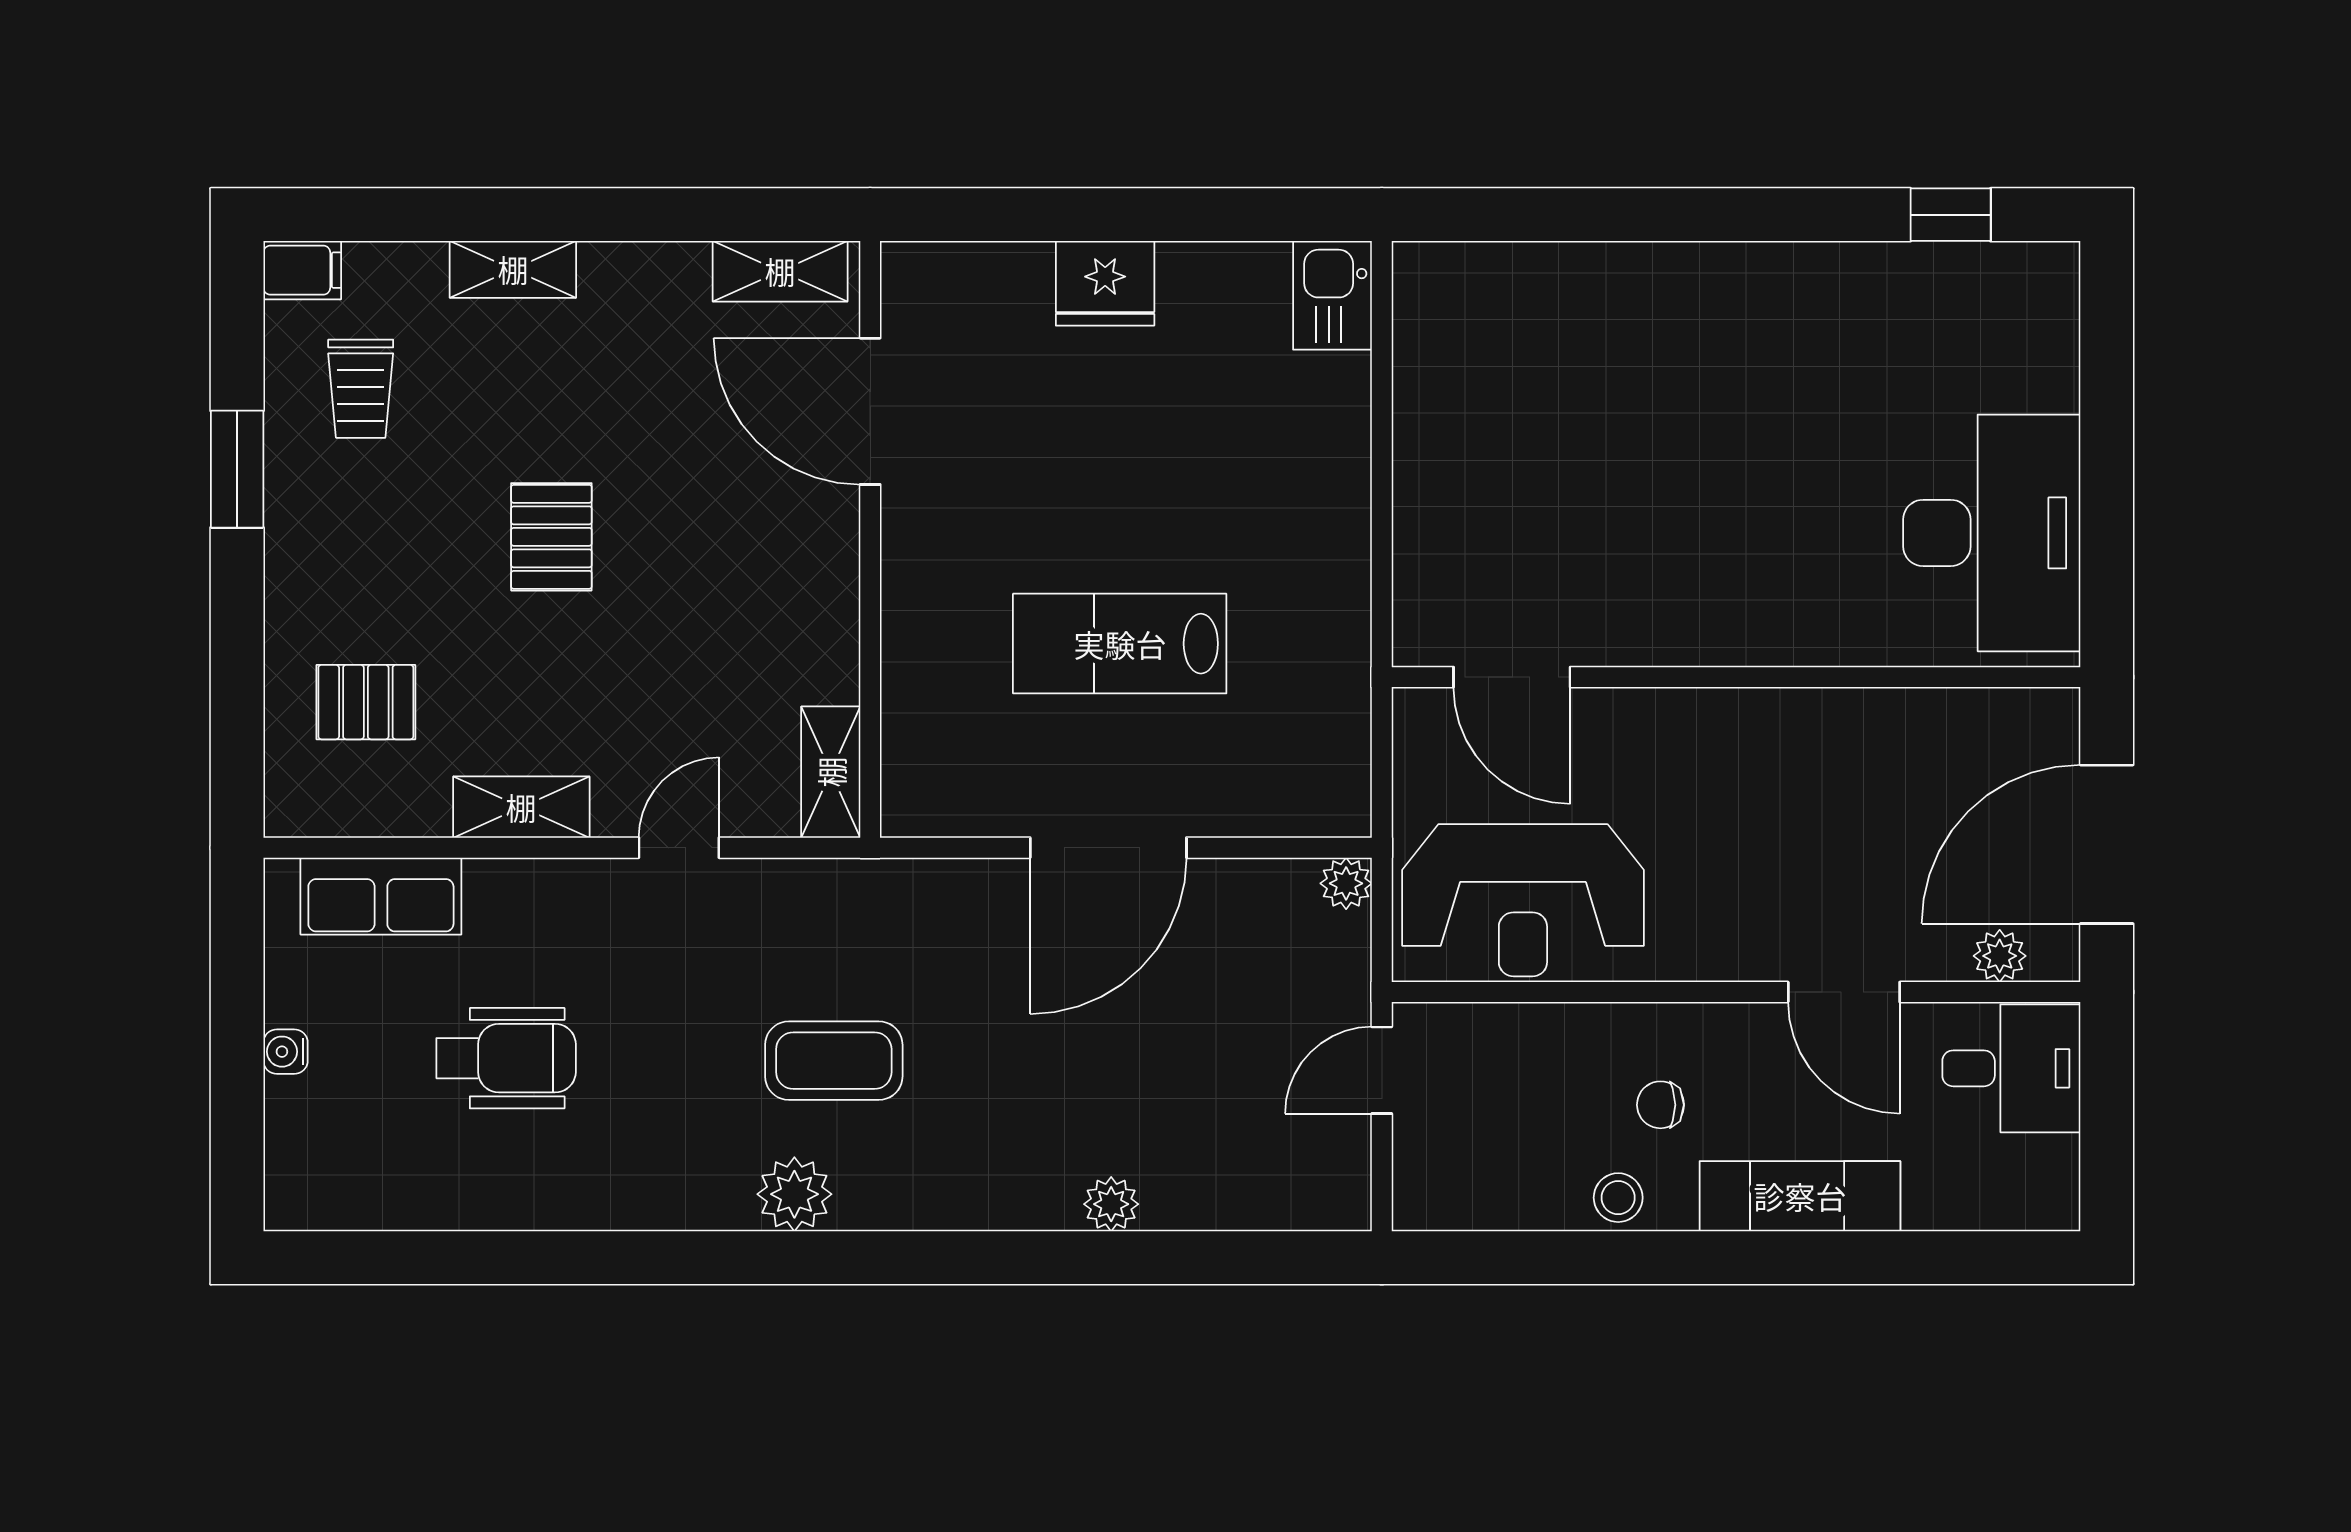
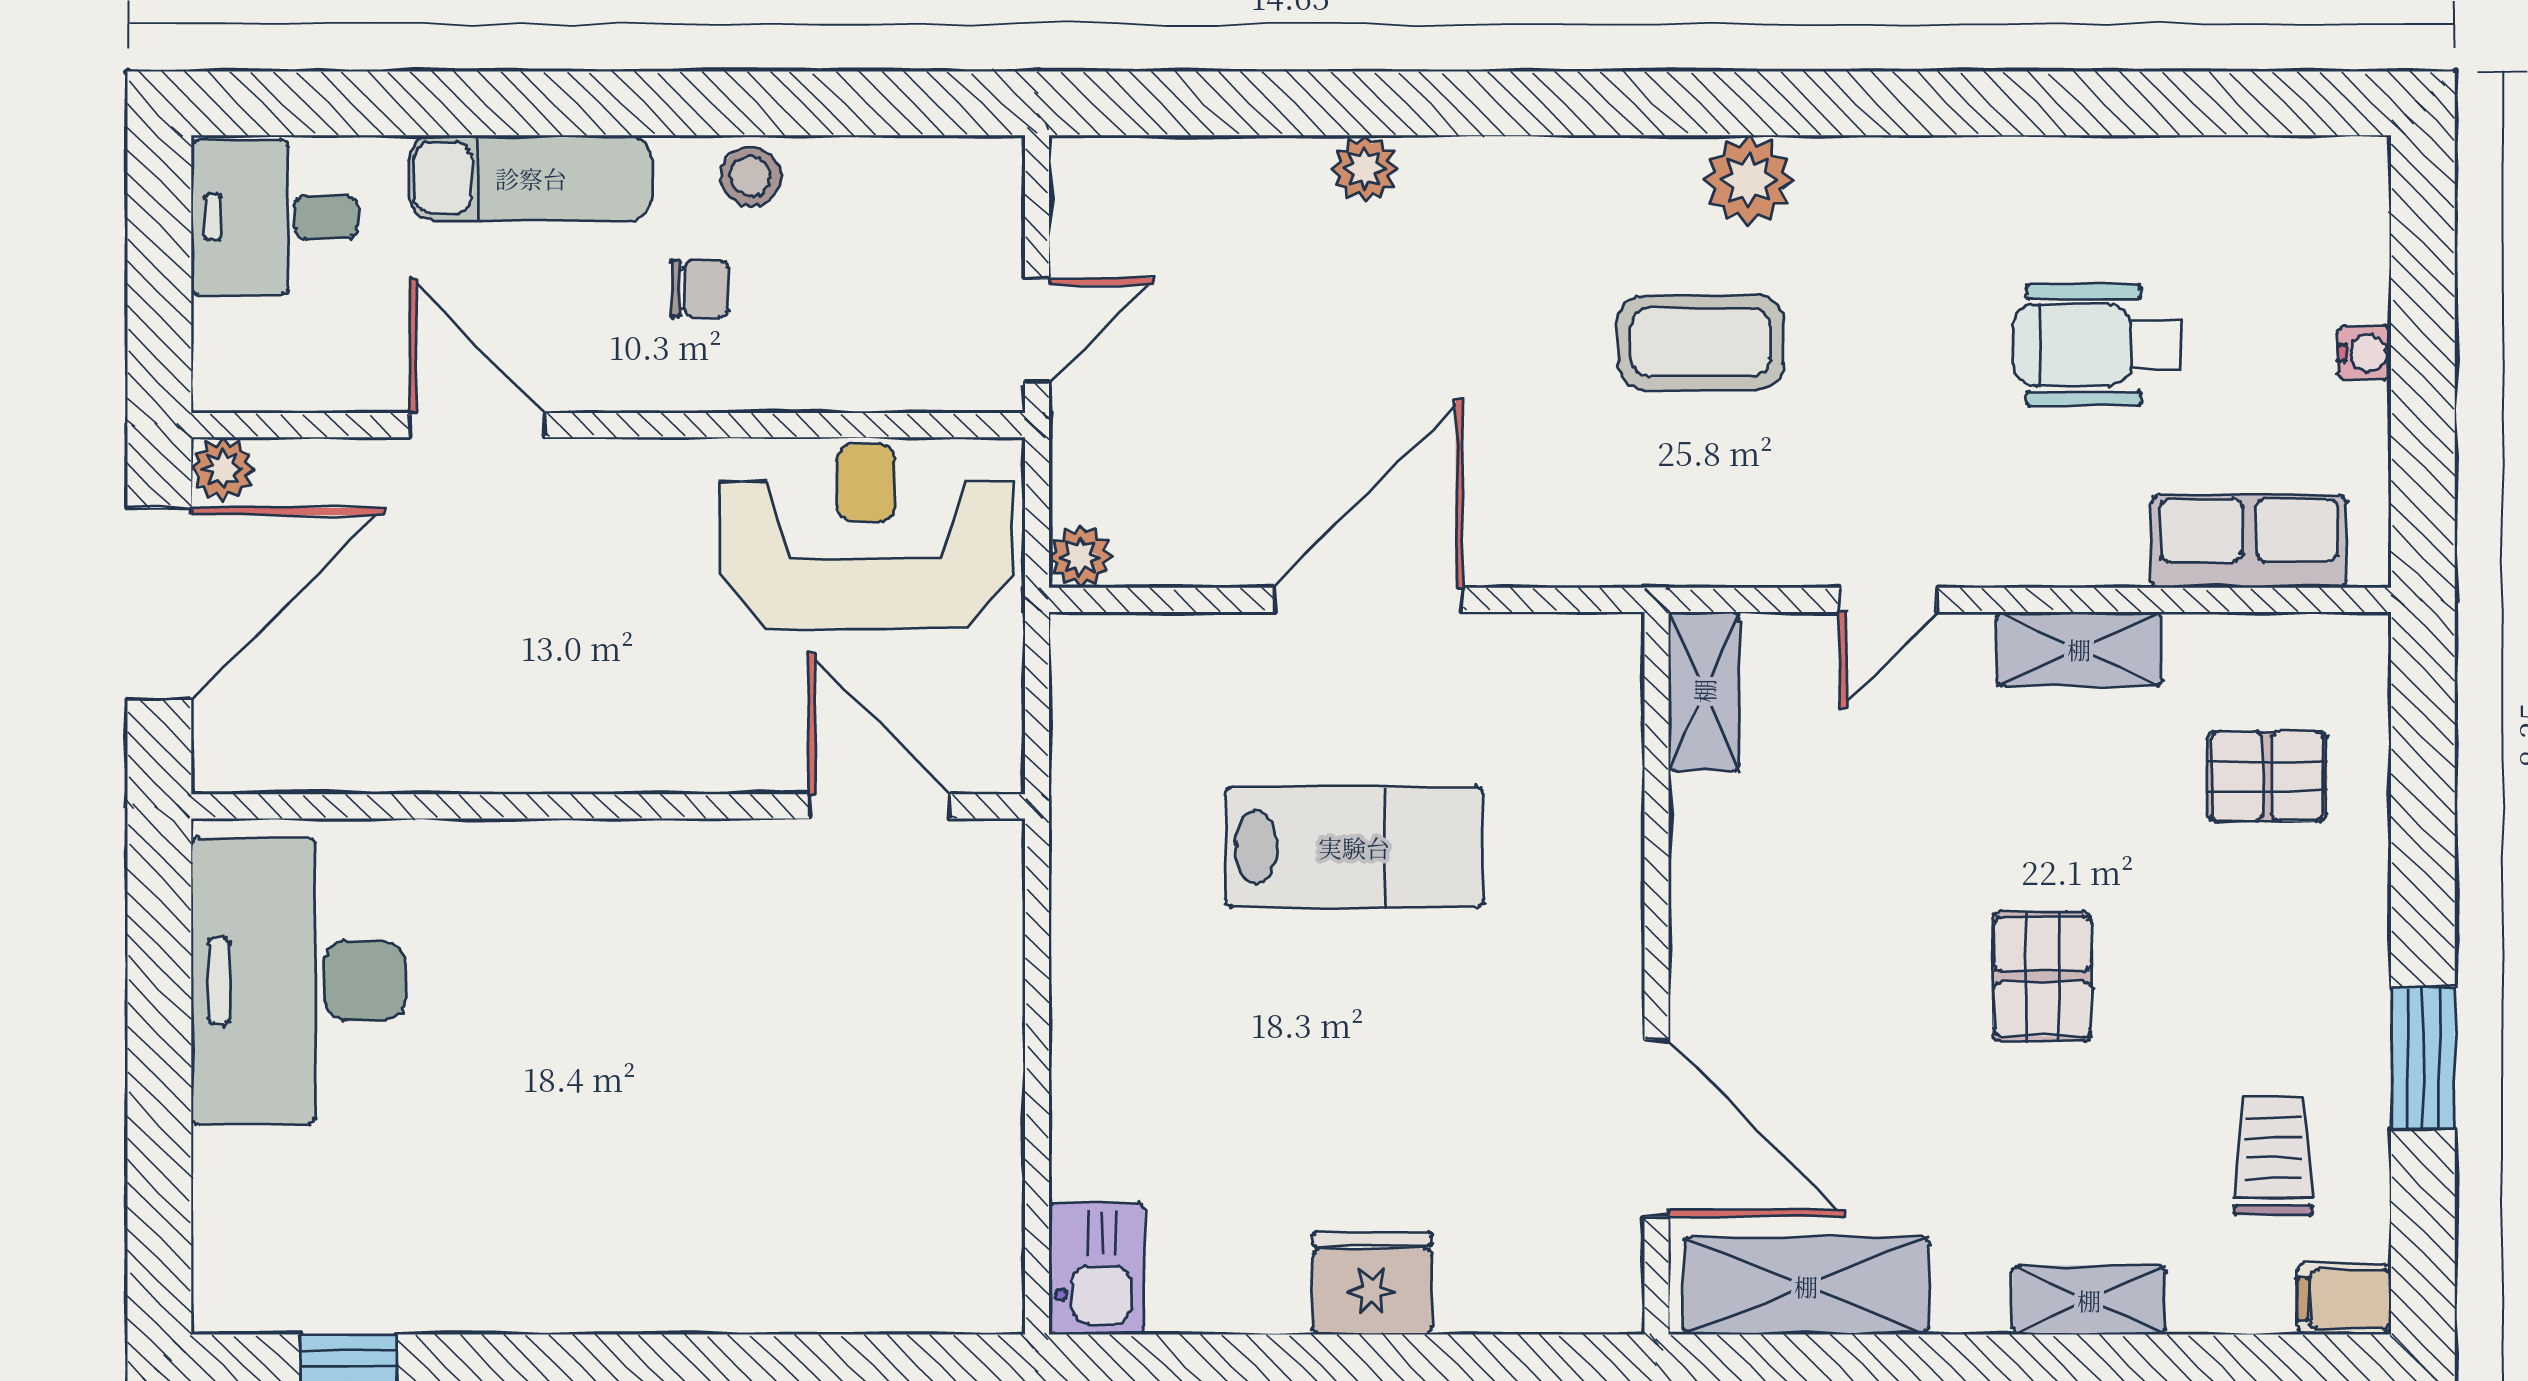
shelving: (780, 271) -> (1806, 1286), width x1.50, depth x1.33
plant: (2000, 956) -> (223, 469), moved
desk: (2011, 1068) -> (275, 217), moved

